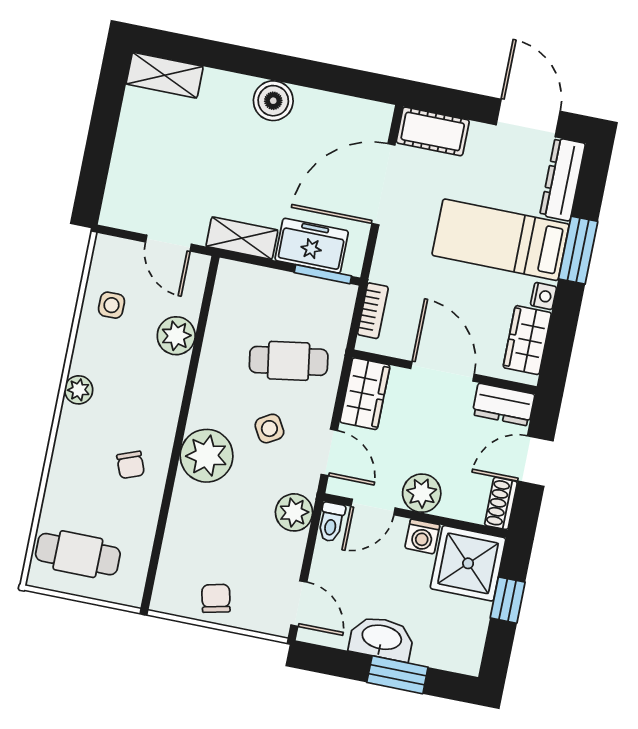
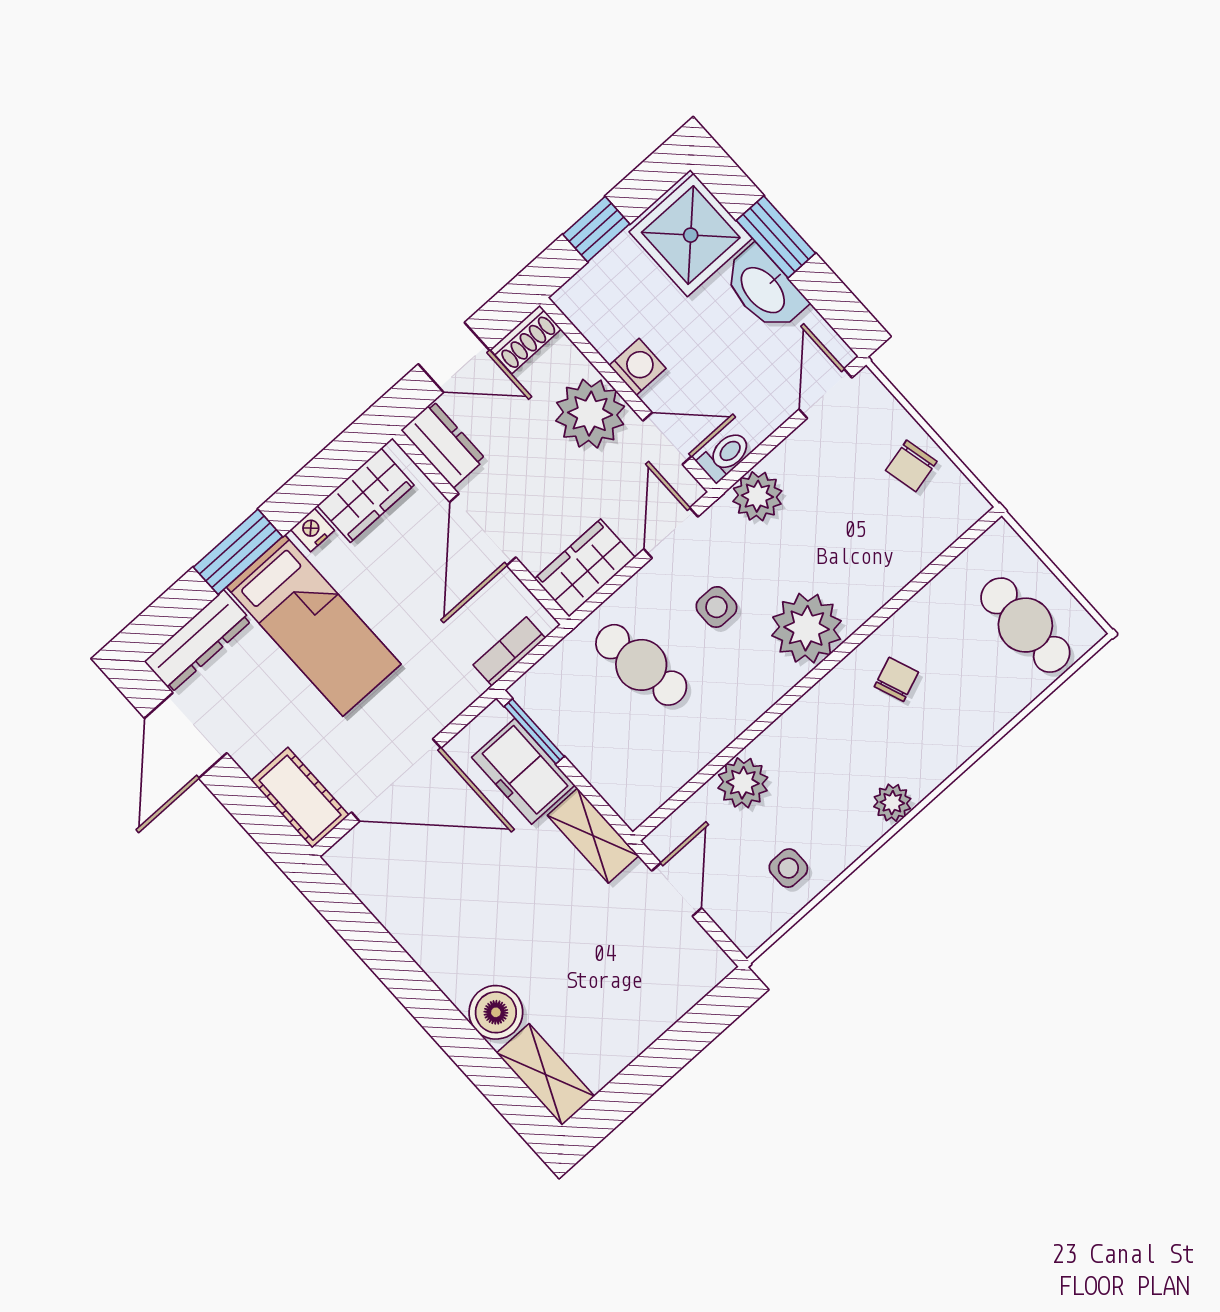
boiler: (273, 101) -> (496, 1012), moved
side table: (269, 429) -> (716, 607), turned 30
plant: (422, 493) -> (590, 414), width x1.36, depth x1.36
shower: (468, 563) -> (691, 235), moved

